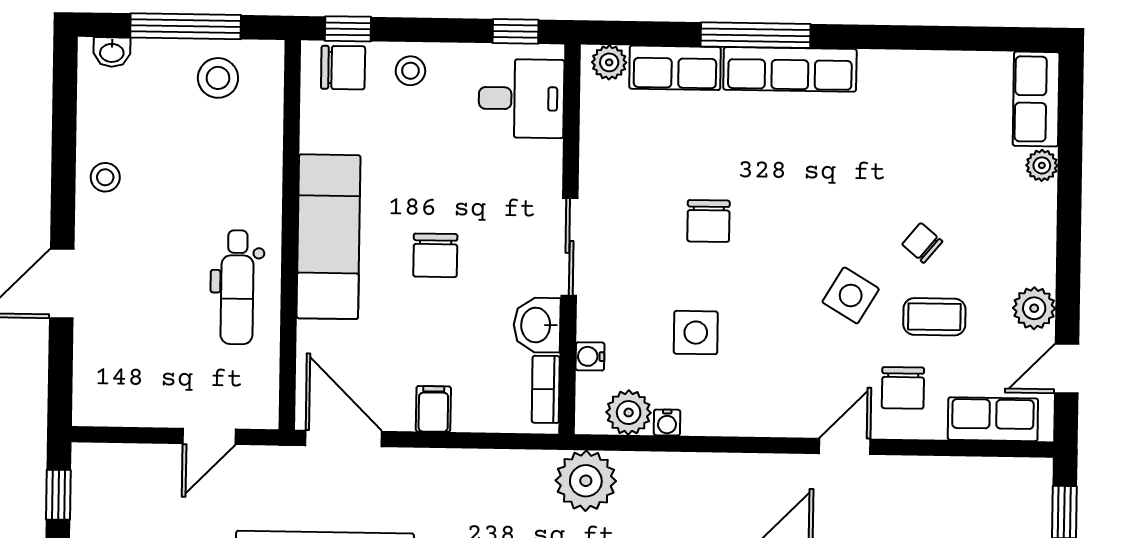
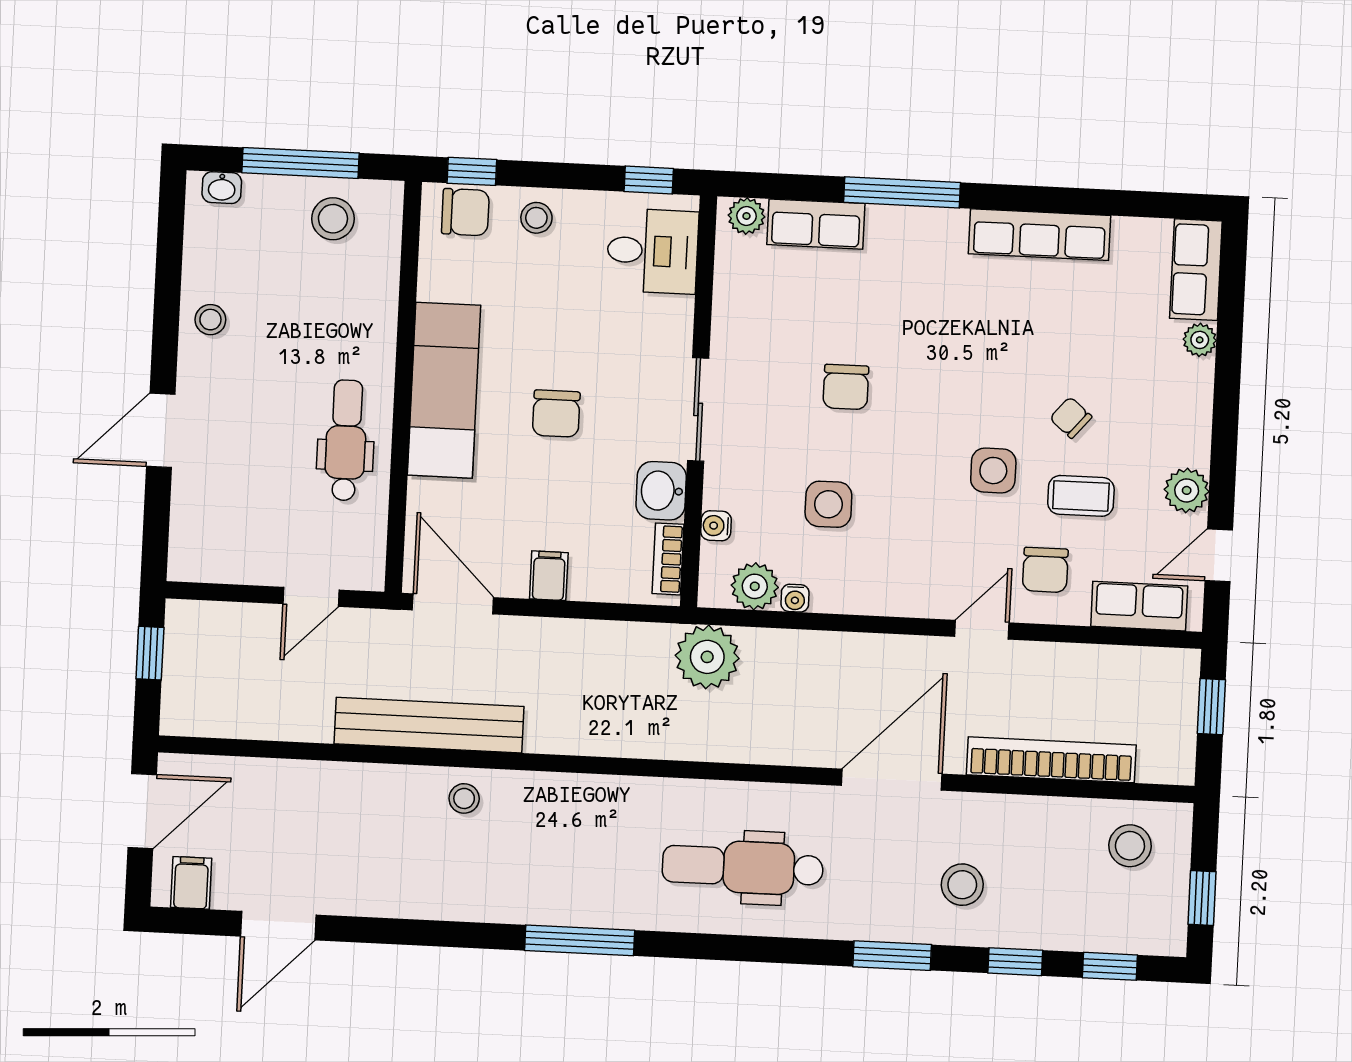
row of seats: (790, 69) -> (1039, 235), moved
dental chair: (237, 287) -> (346, 440), turned 180
side table: (851, 295) -> (993, 471), turned -31

